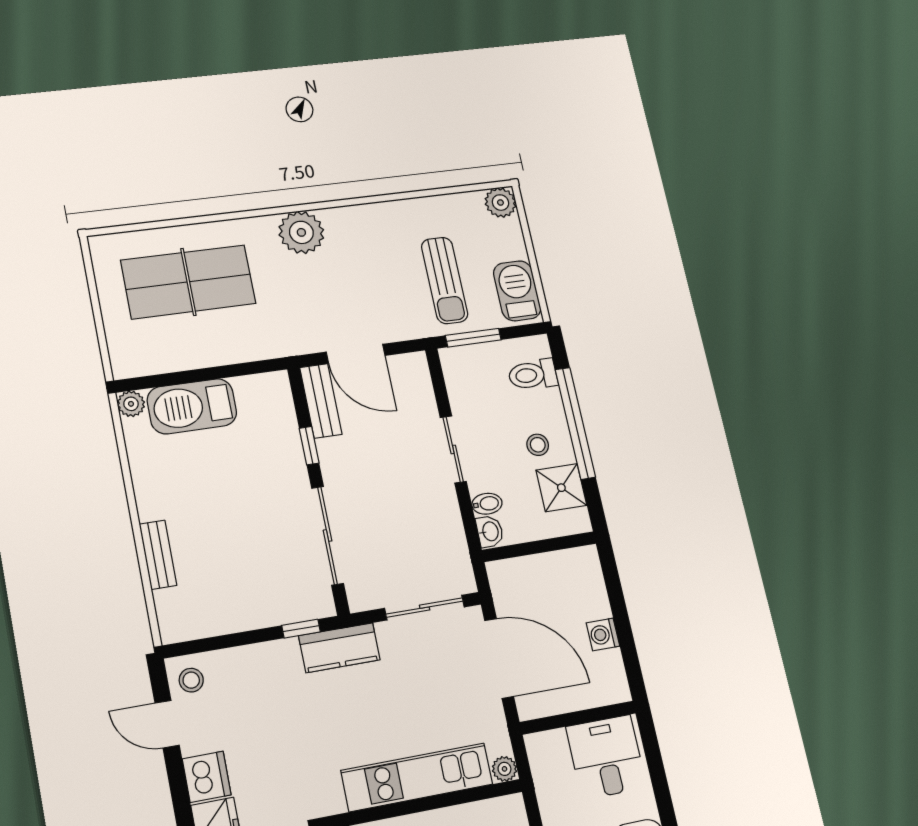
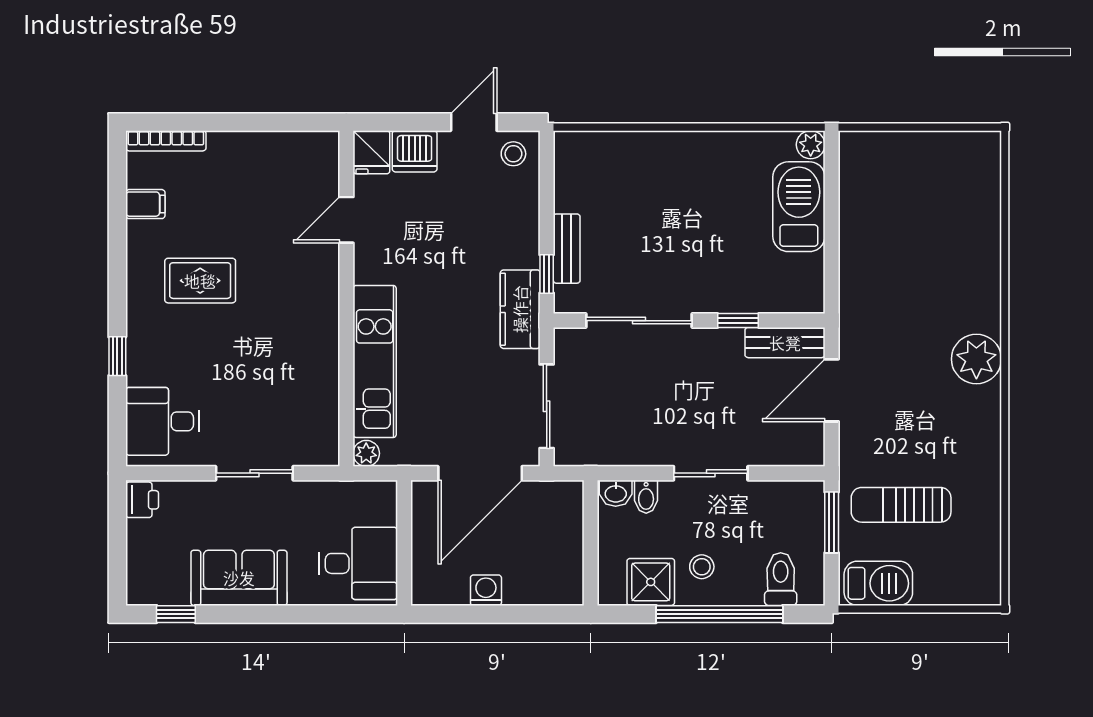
plant: (500, 203) -> (983, 588), removed
table tennis table: (188, 282) -> (936, 228), removed
bench: (158, 555) -> (567, 249), moved, turned 90

